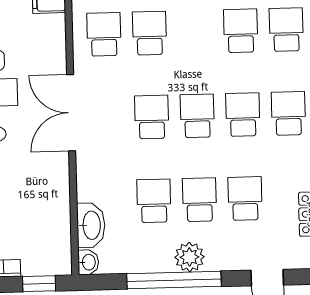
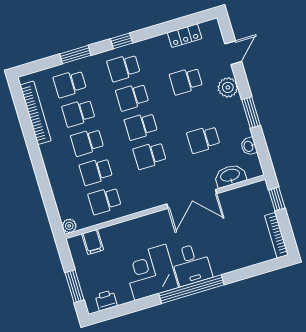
double door: (71, 113) -> (192, 199), moved
school desk: (199, 200) -> (87, 142), moved
plant: (189, 257) -> (228, 87), moved
washbasin: (88, 262) -> (249, 146), moved, turned -90
window: (174, 280) -> (251, 112), width x0.47

